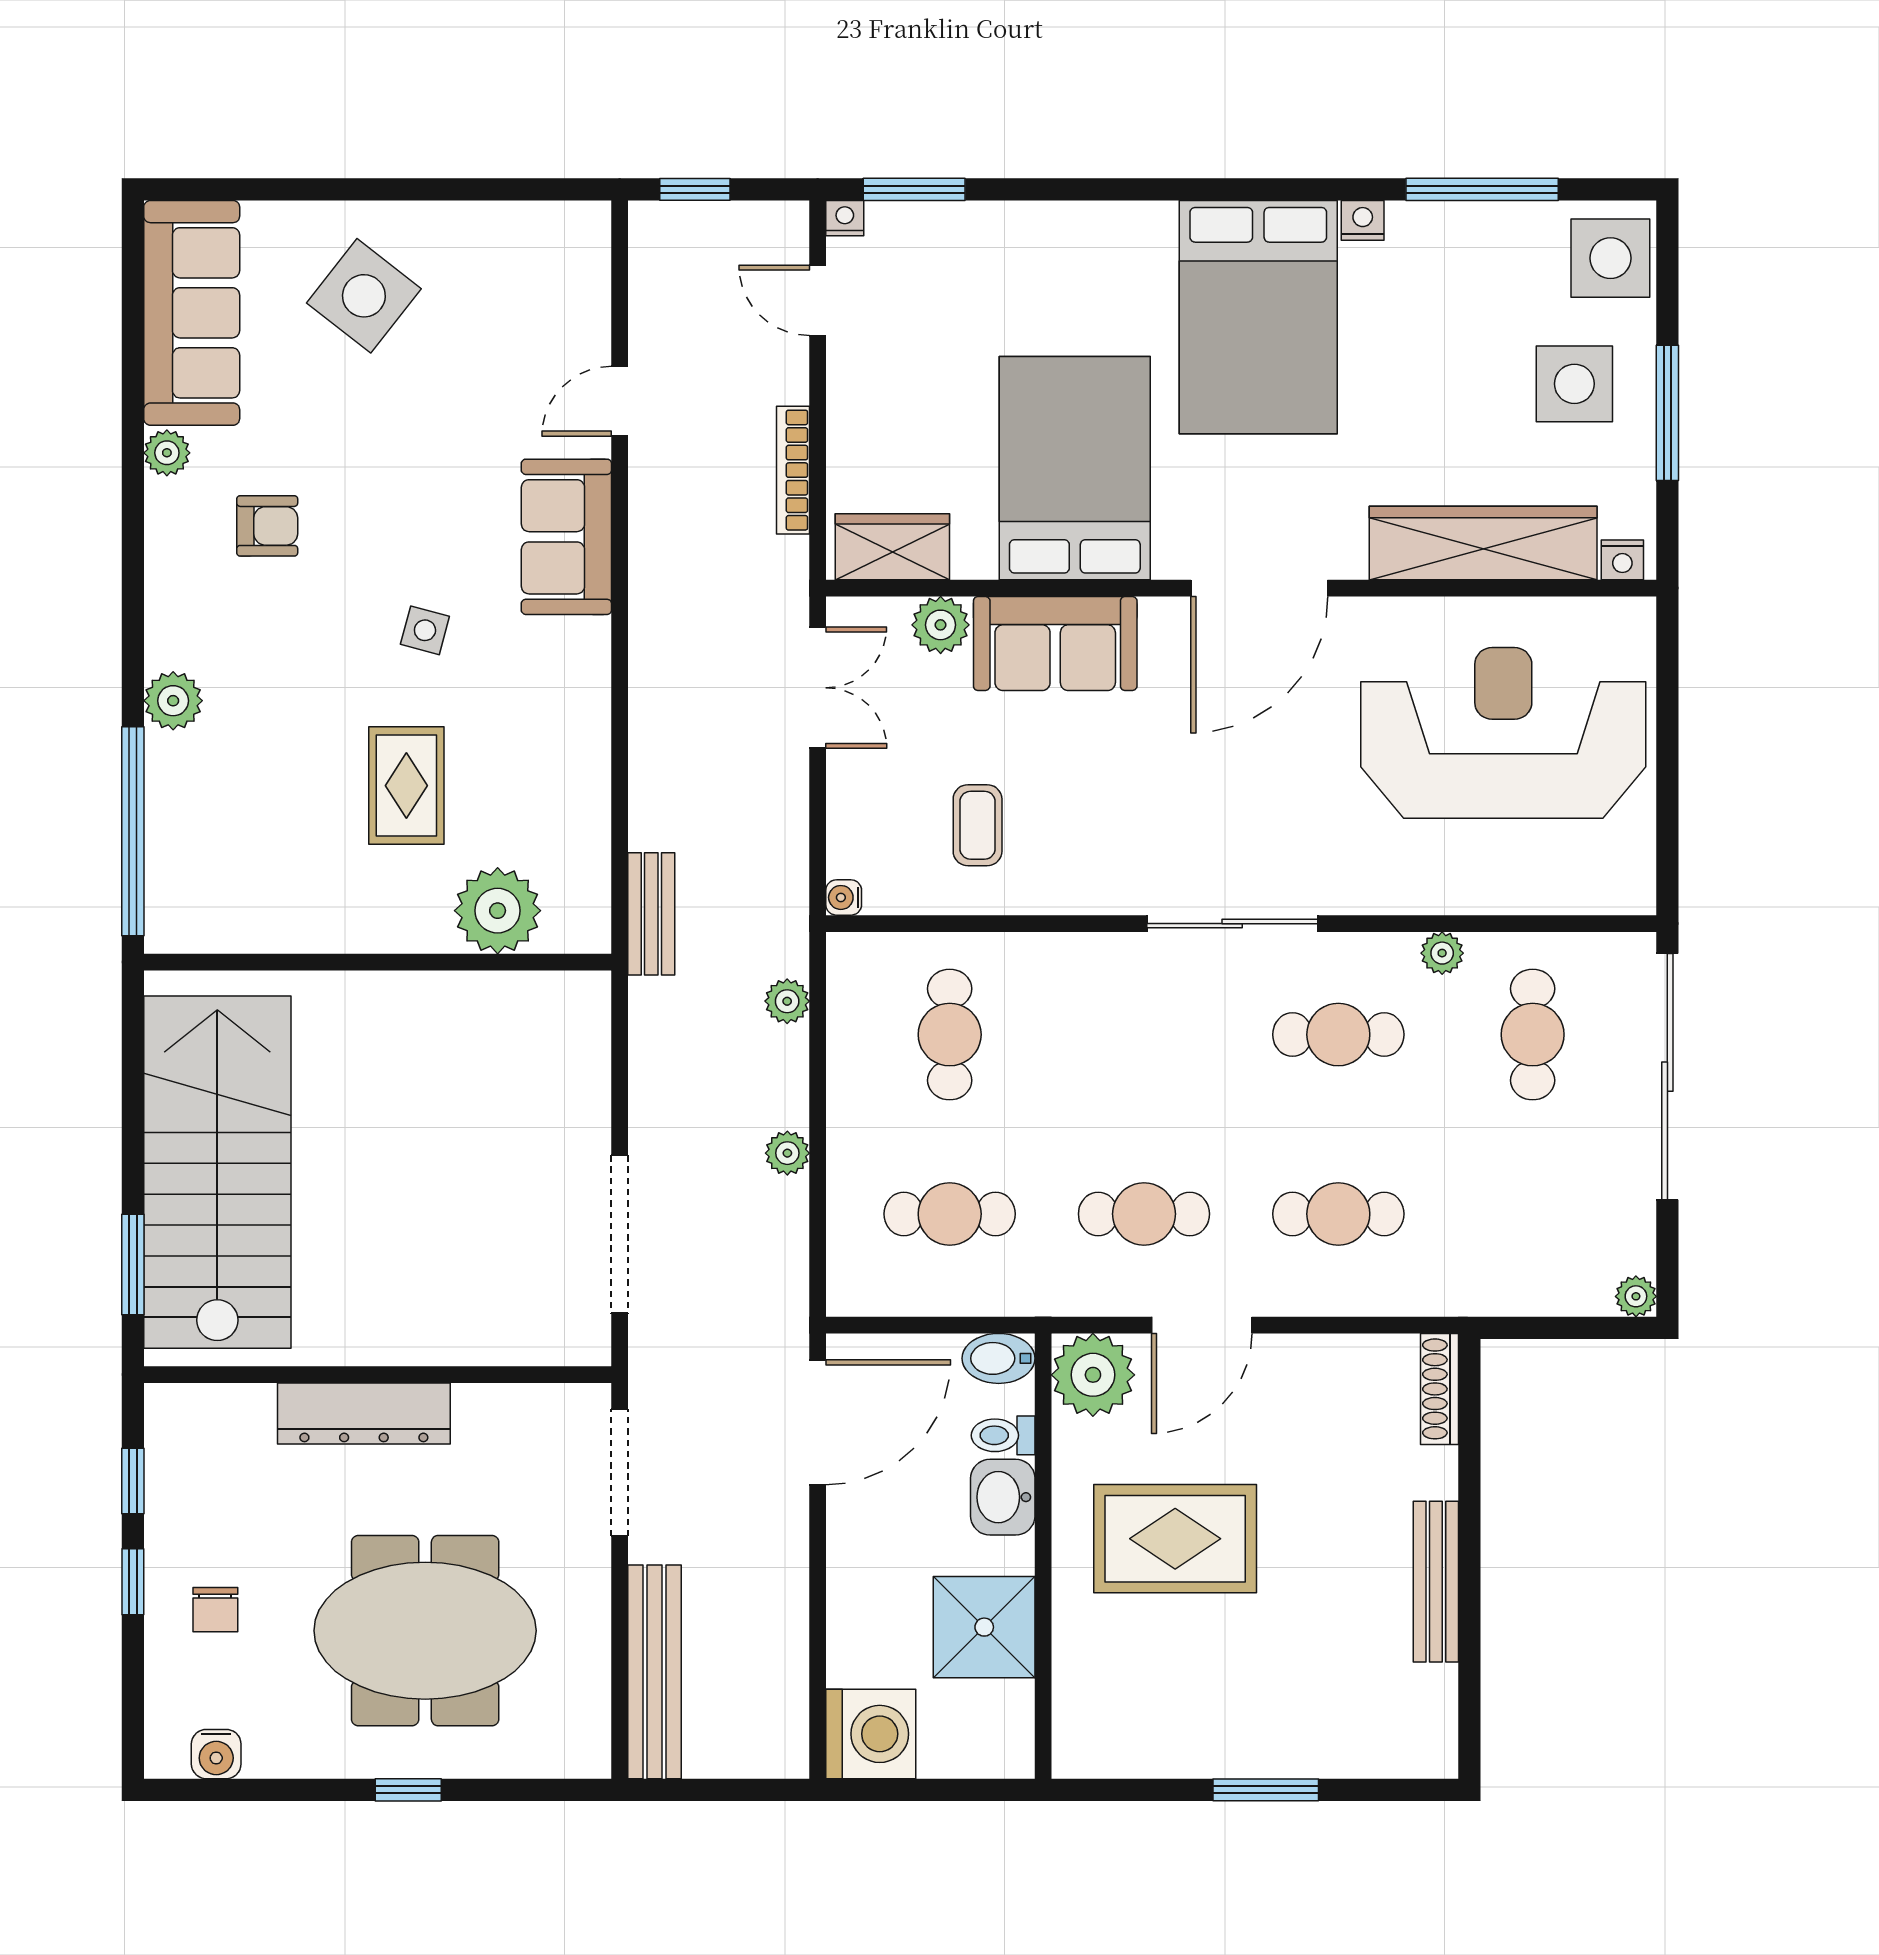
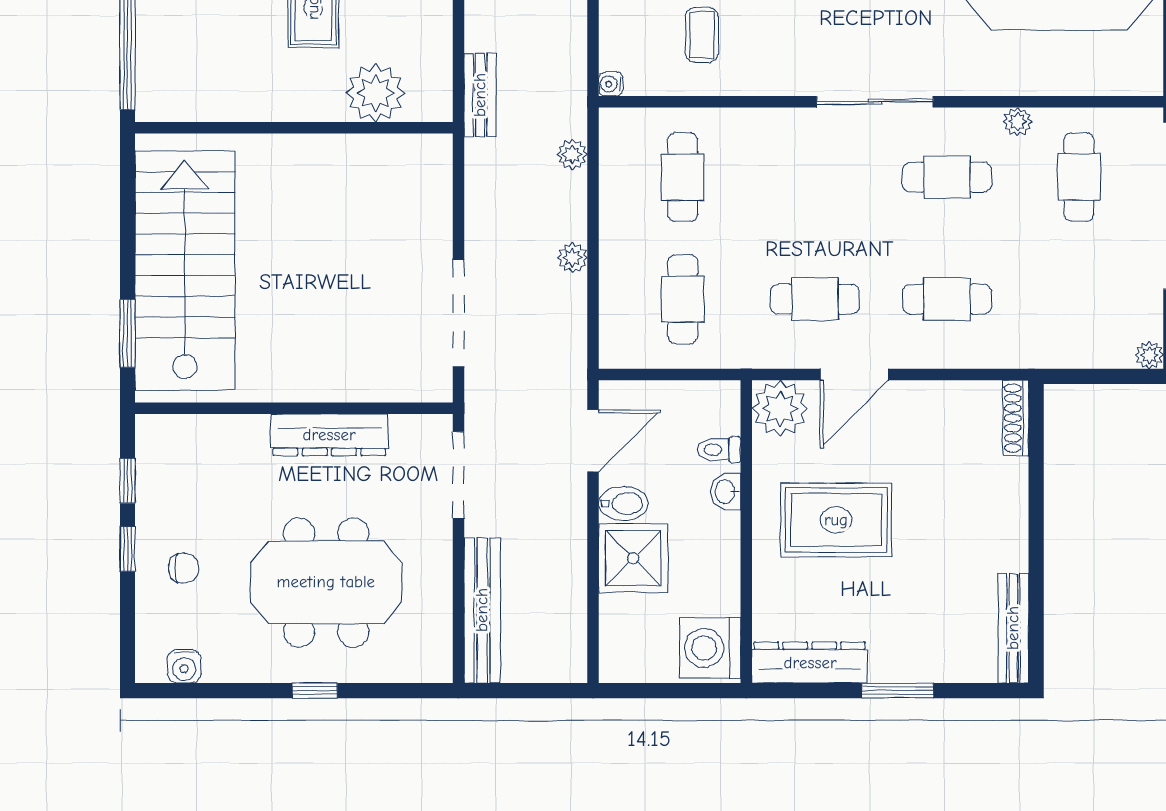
cafe table: (950, 1214) -> (683, 299), turned 90
bidet: (999, 1358) -> (623, 504), moved, turned 180
dresser: (364, 1414) -> (329, 435), moved
door: (818, 1422) -> (593, 441), width x0.73
washbasin: (1003, 1497) -> (726, 492), width x0.72, depth x0.69
bench: (1436, 1582) -> (1013, 628), moved
chair: (215, 1610) -> (184, 568), turned -90
shower: (984, 1627) -> (633, 558), moved
washing machine: (871, 1734) -> (710, 648), moved, turned 180
dresser: (1136, 1748) -> (810, 663), added

